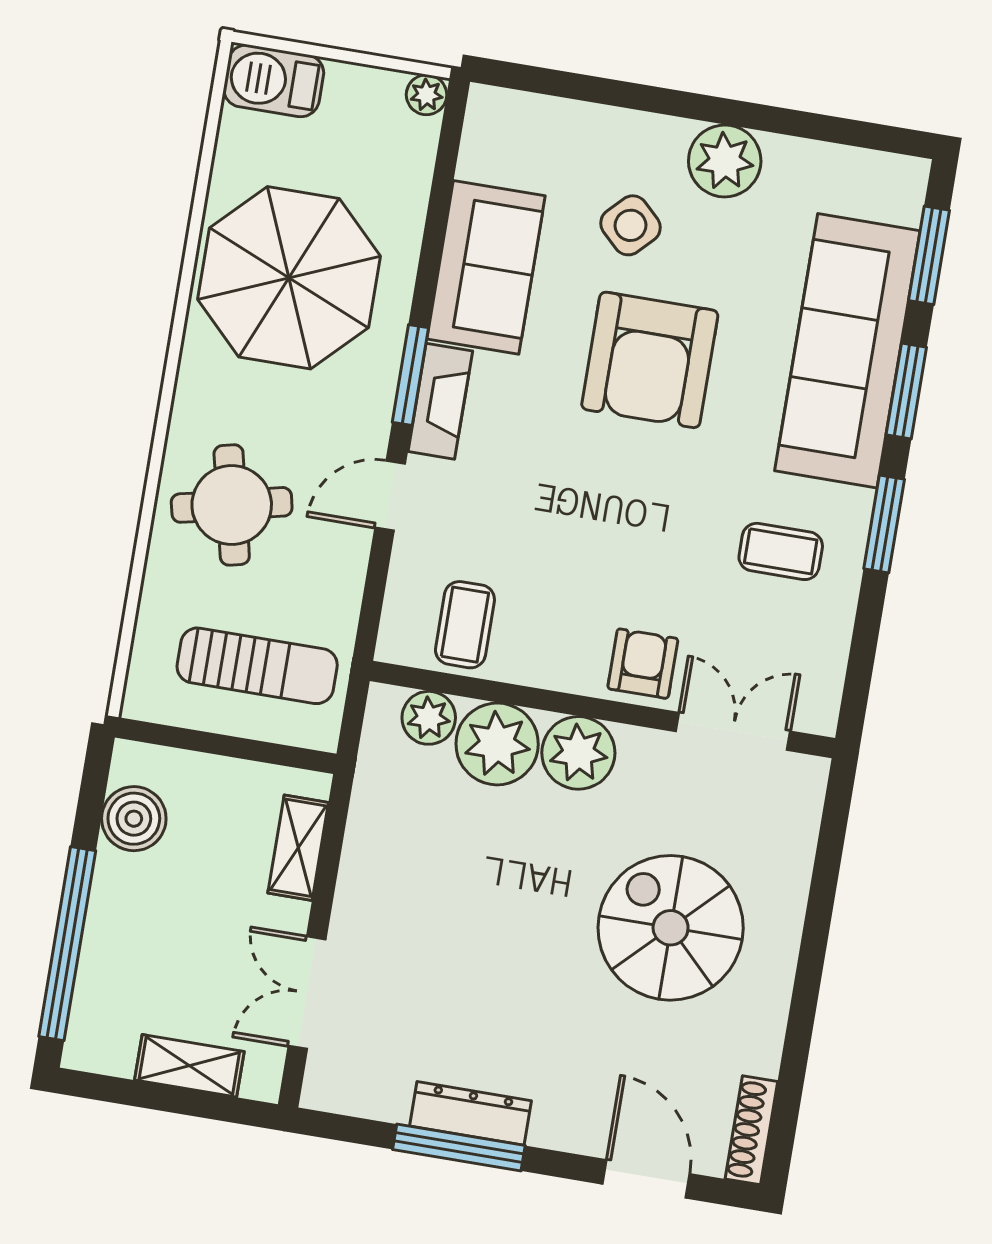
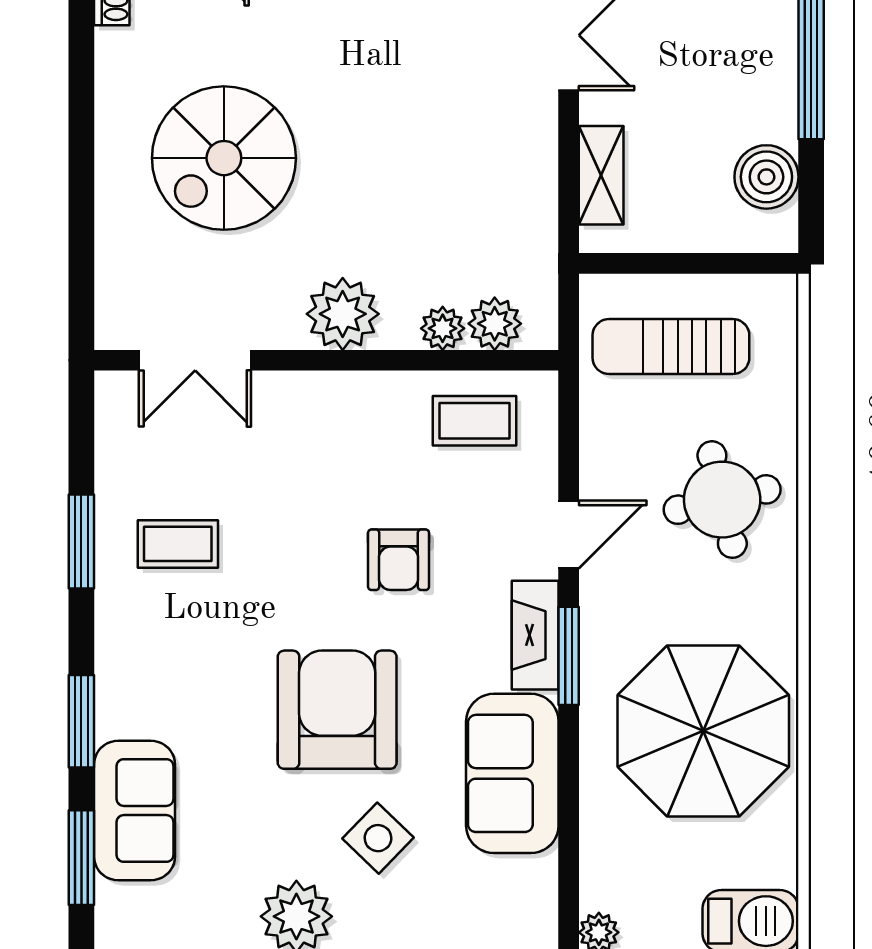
sofa: (847, 351) -> (135, 810), width x0.54, depth x0.79
window: (884, 524) -> (81, 542), moved
coffee table: (465, 625) -> (474, 421), turned 90
armchair: (643, 664) -> (399, 560), moved
plant: (497, 744) -> (443, 328), width x0.53, depth x0.53
spiral stairs: (671, 928) -> (224, 158), turned 90

